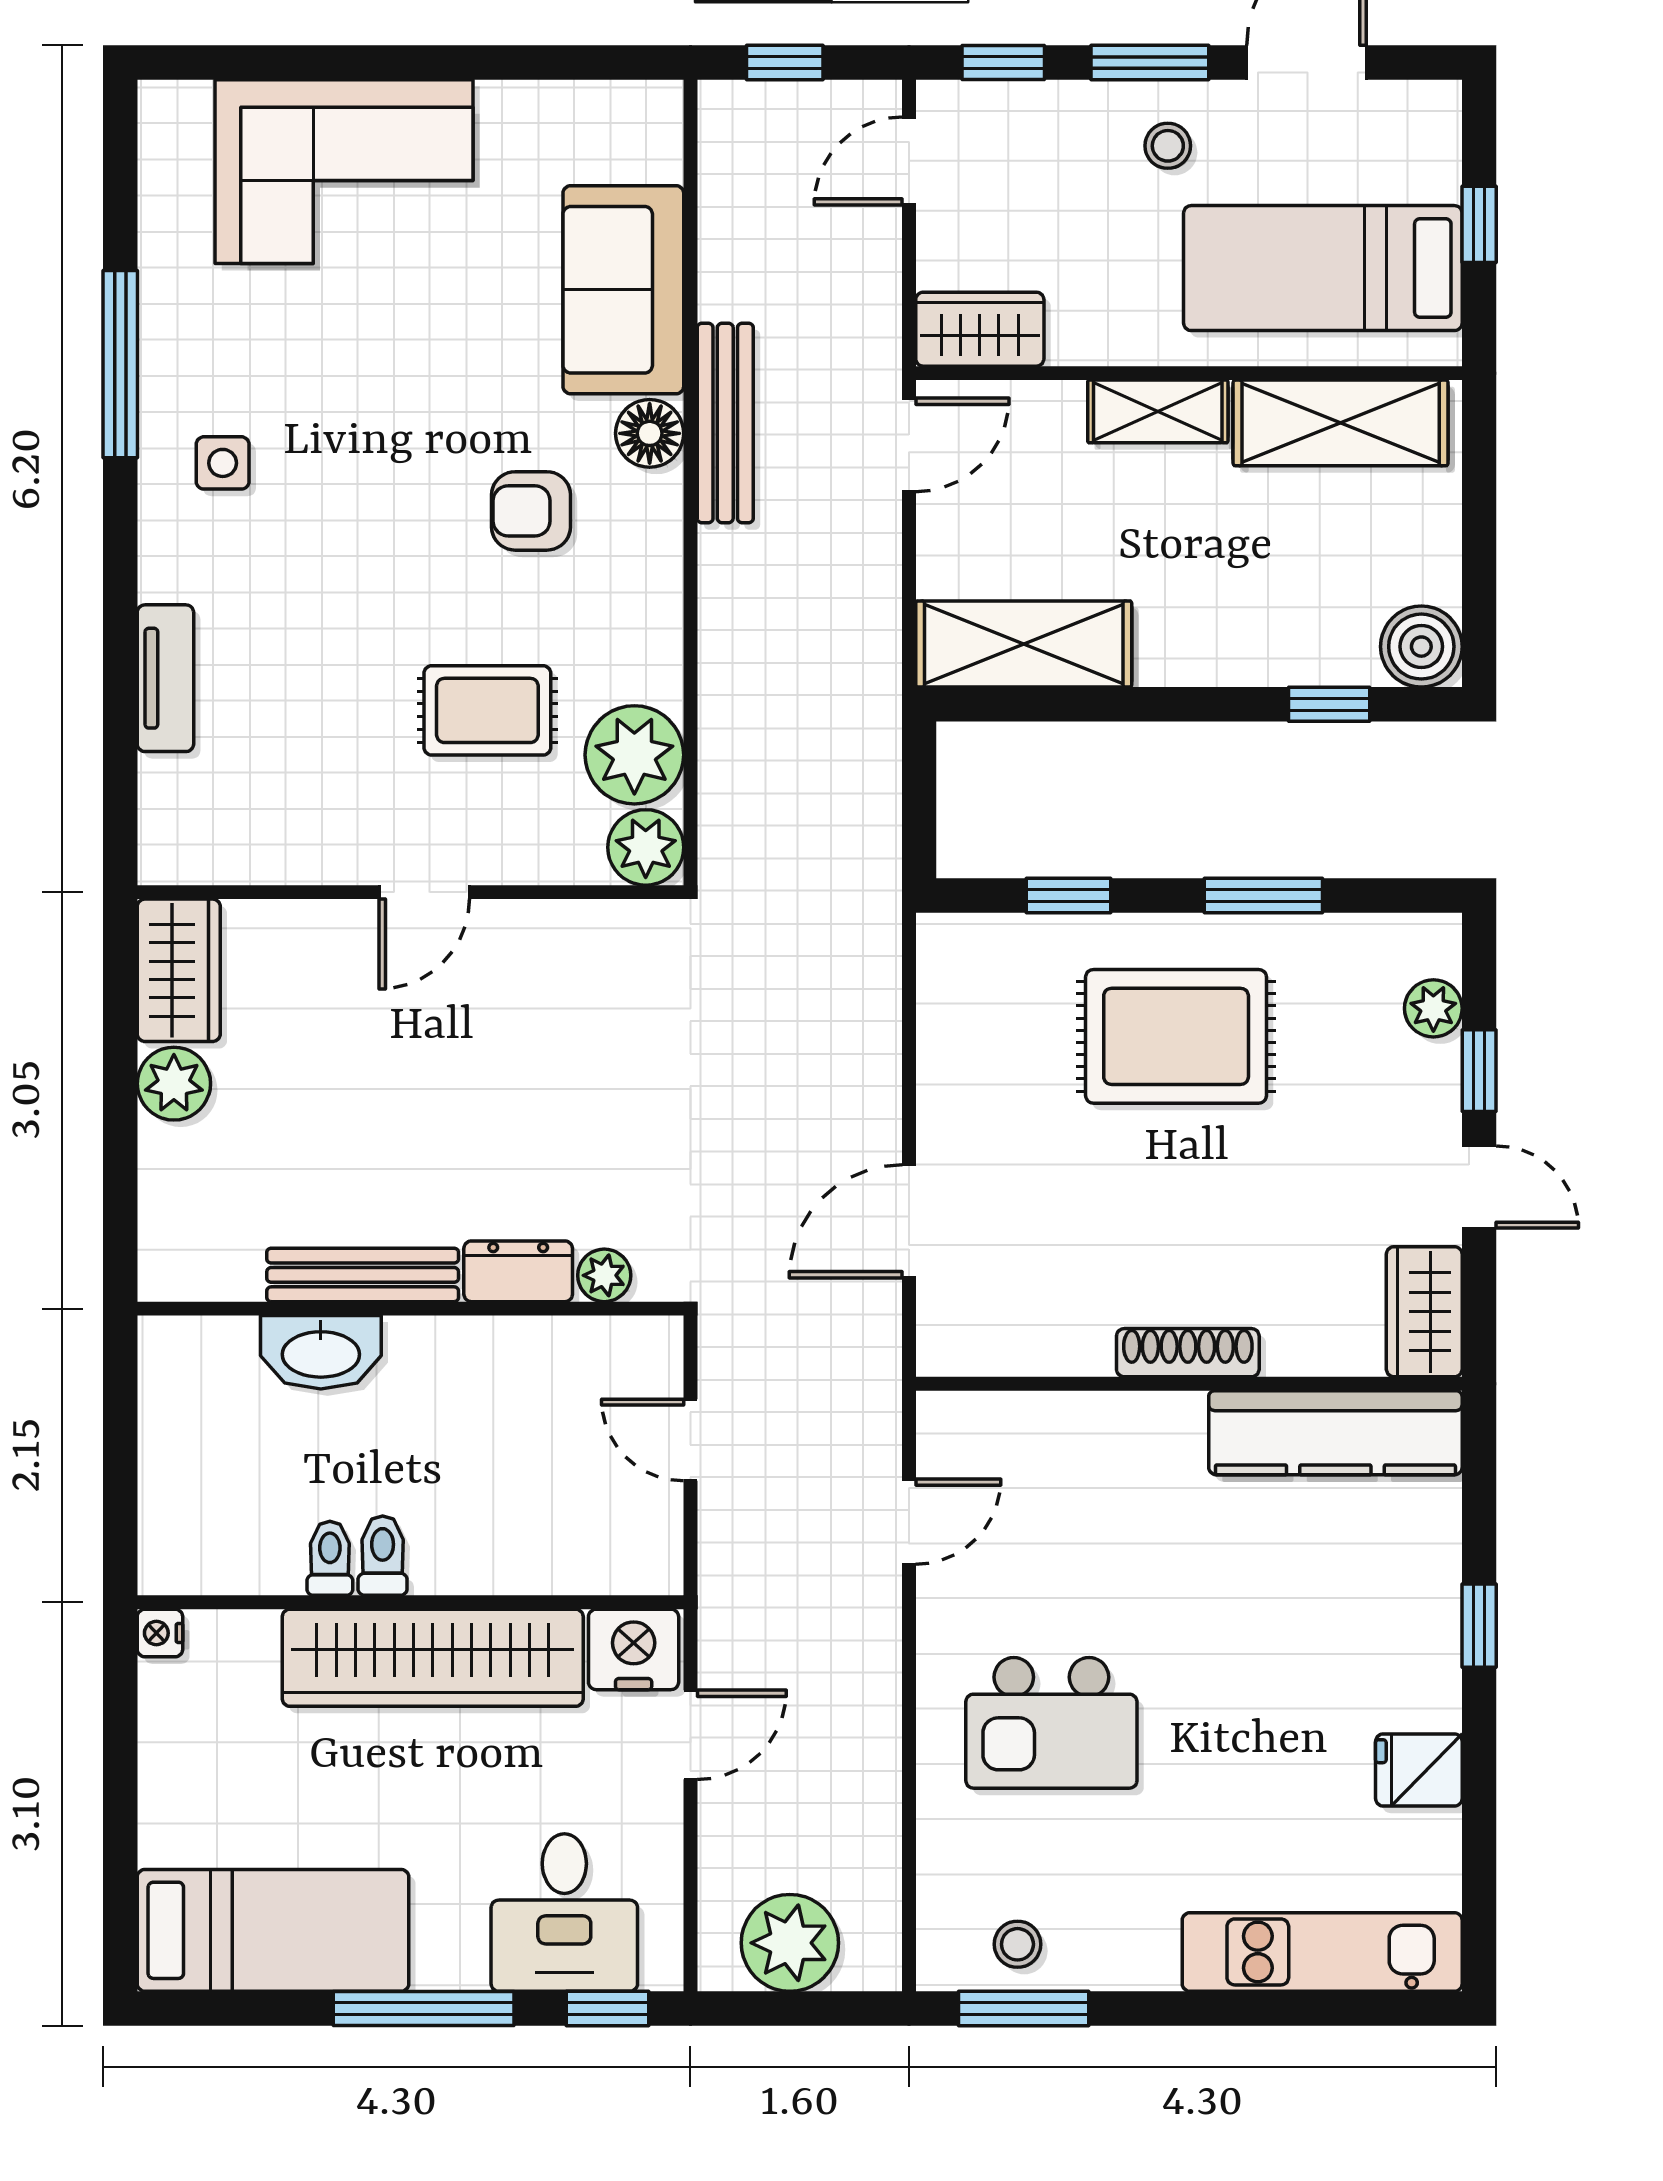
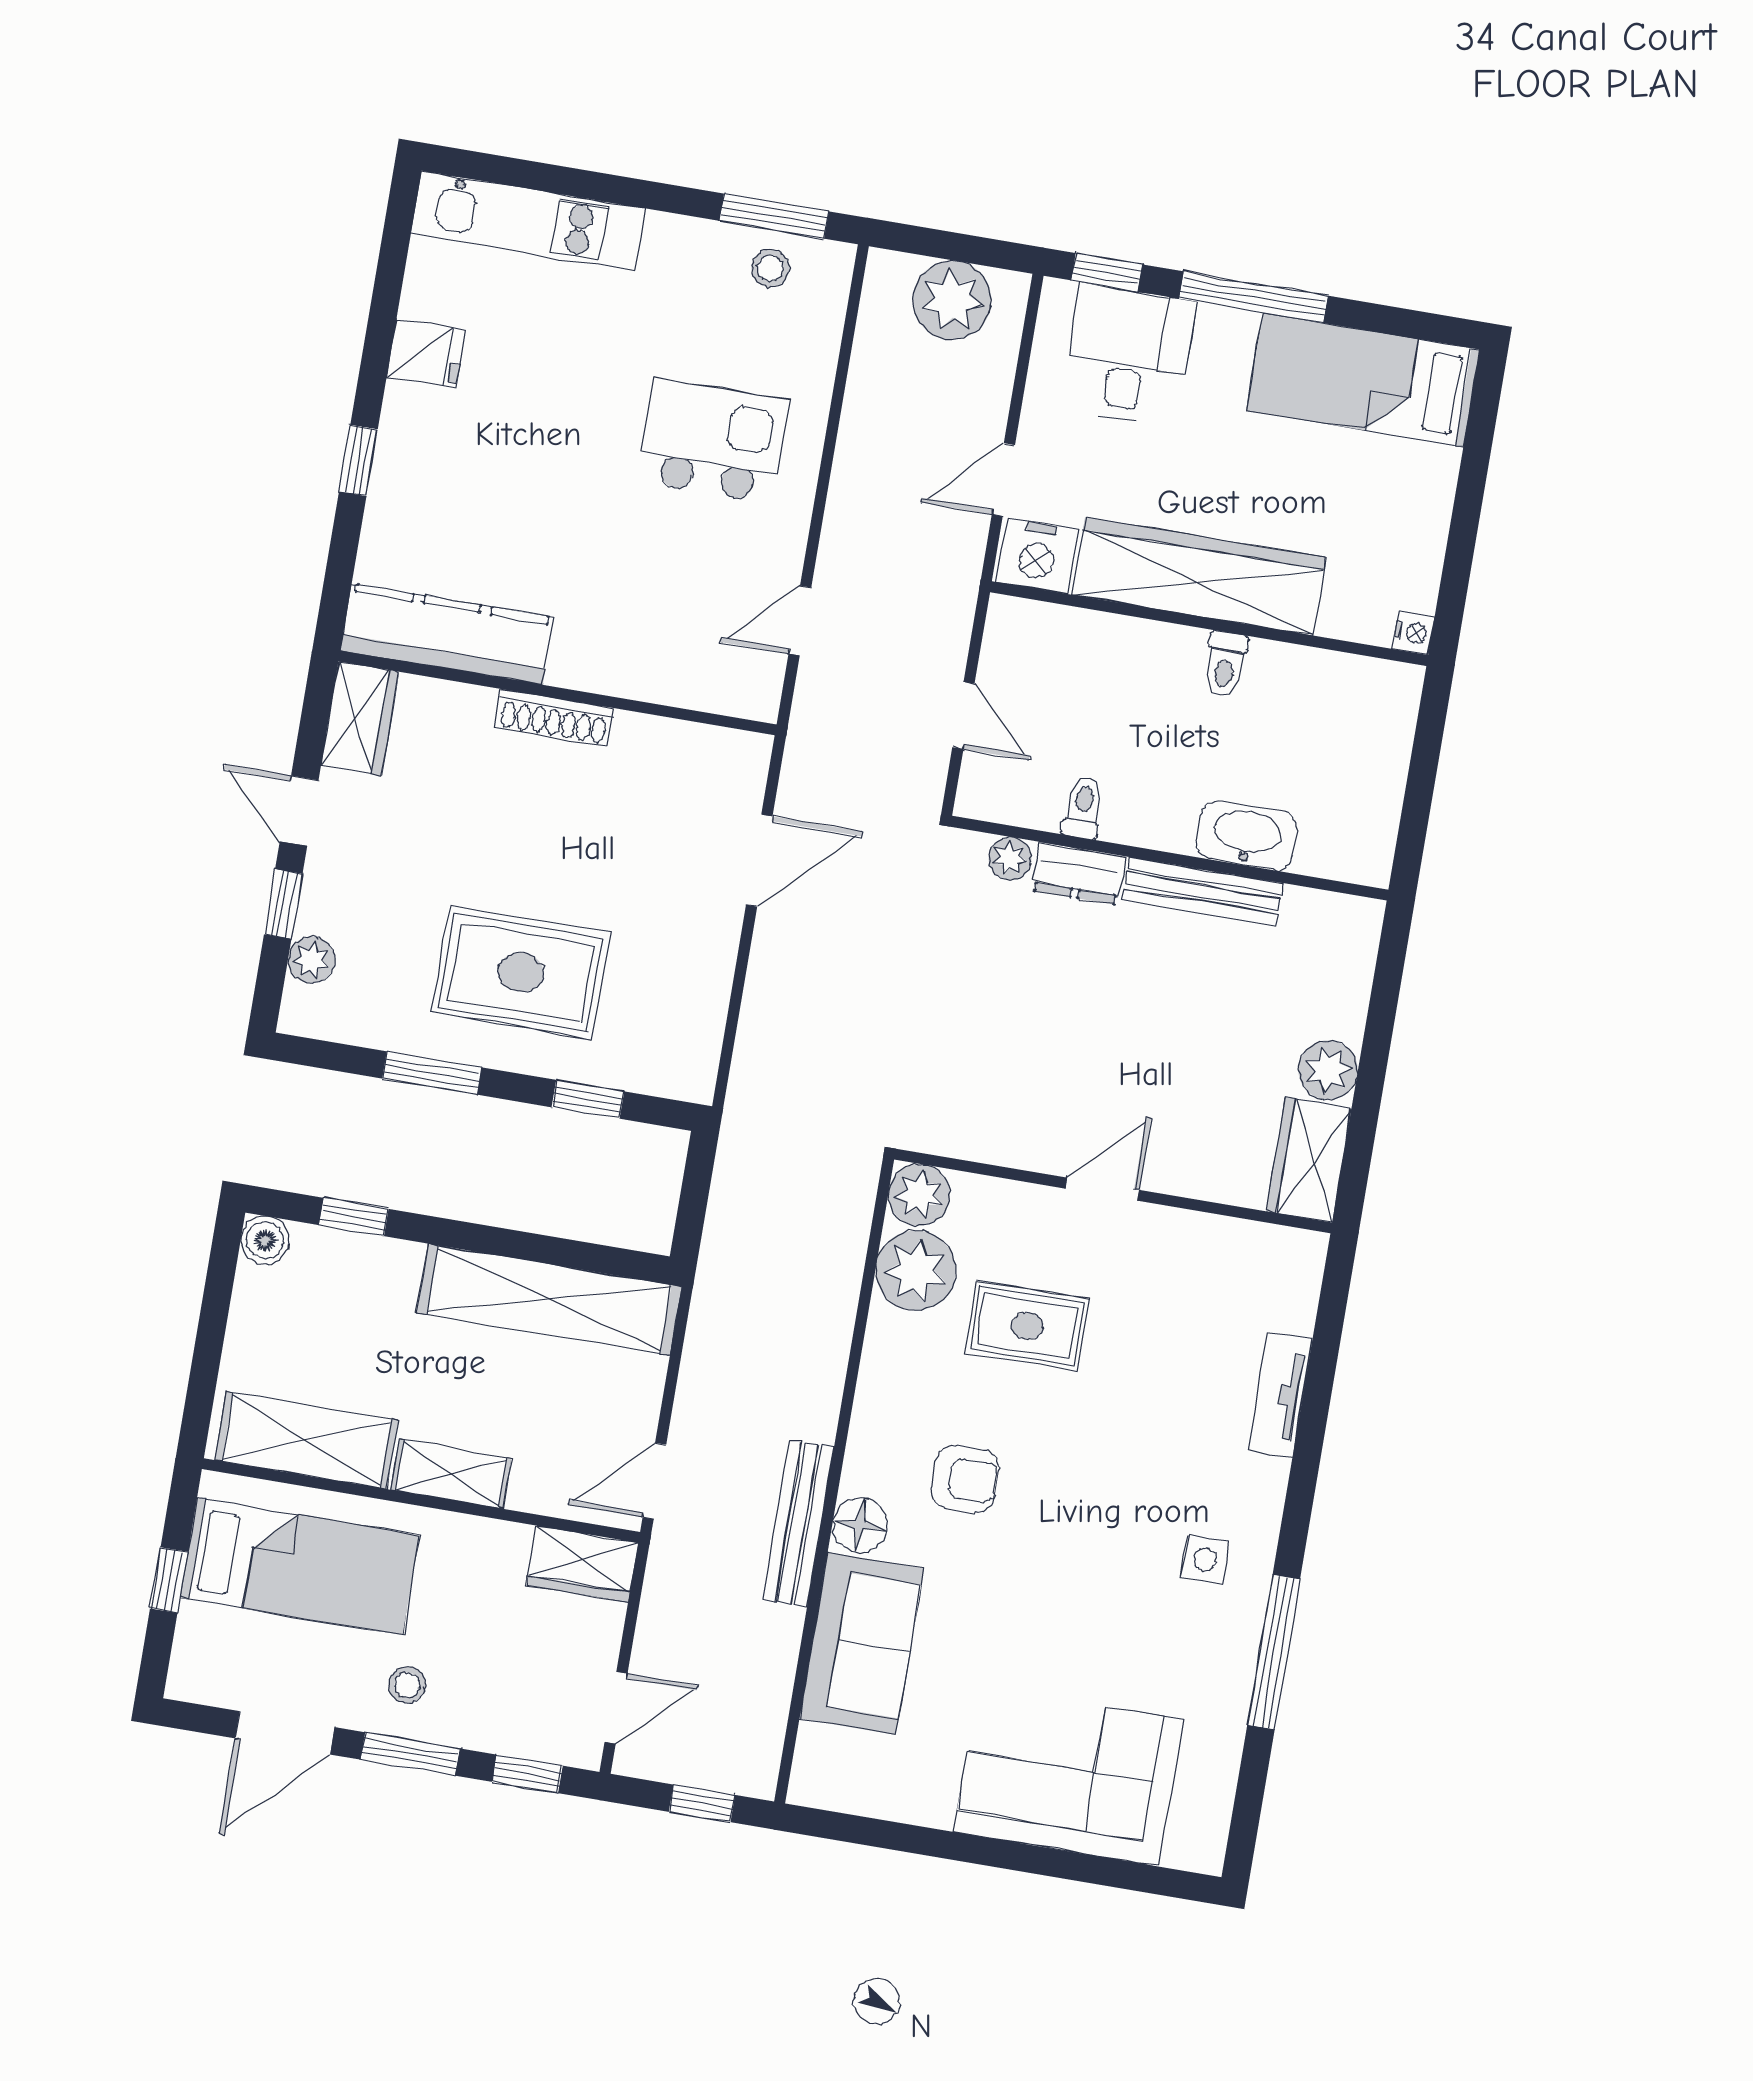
shelving: (1024, 644) -> (549, 1300), width x1.47
boiler: (1421, 647) -> (265, 1240), width x0.73, depth x0.73
toilet: (330, 1558) -> (1083, 807), moved, turned 180

